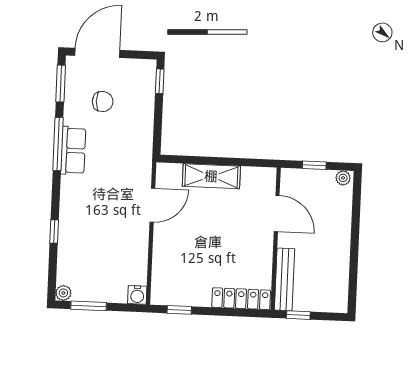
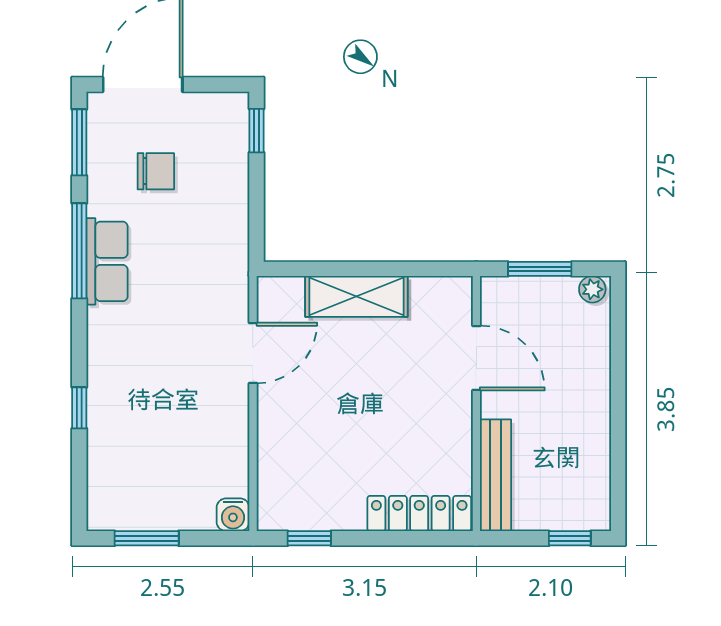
window: (314, 165) -> (540, 269), width x1.50
plant: (63, 293) -> (100, 517), removed
window: (298, 315) -> (570, 538), moved

